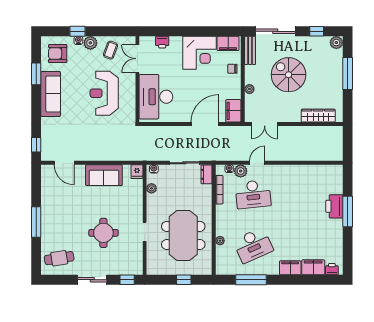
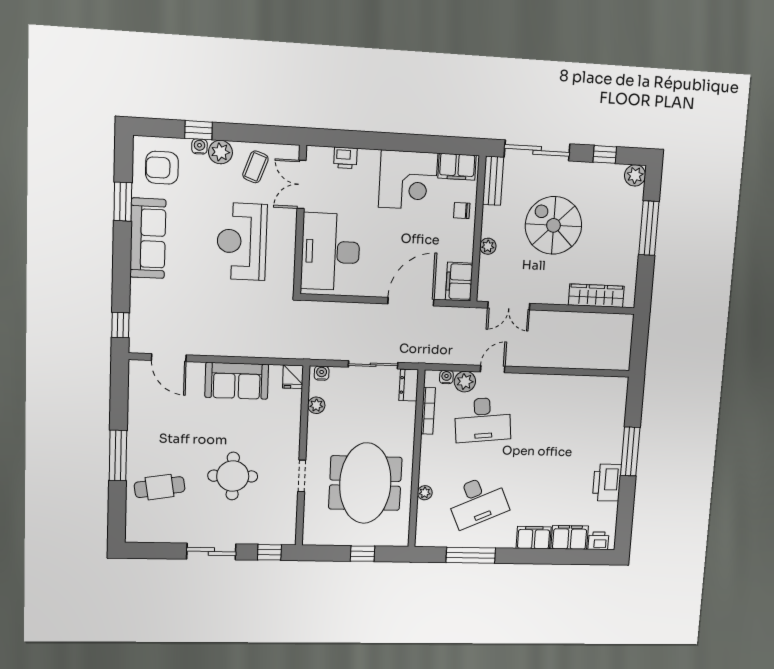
printer: (334, 206) -> (607, 483), moved
cafe table: (59, 258) -> (160, 487), moved

